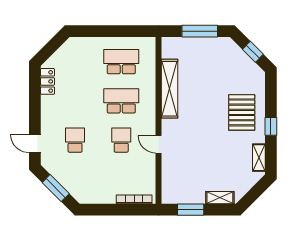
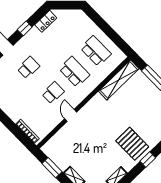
shelving: (170, 89) -> (119, 80), moved
window: (35, 108) -> (25, 28), added
pallet: (242, 112) -> (132, 144), turned 90
window: (271, 126) -> (148, 160), moved

